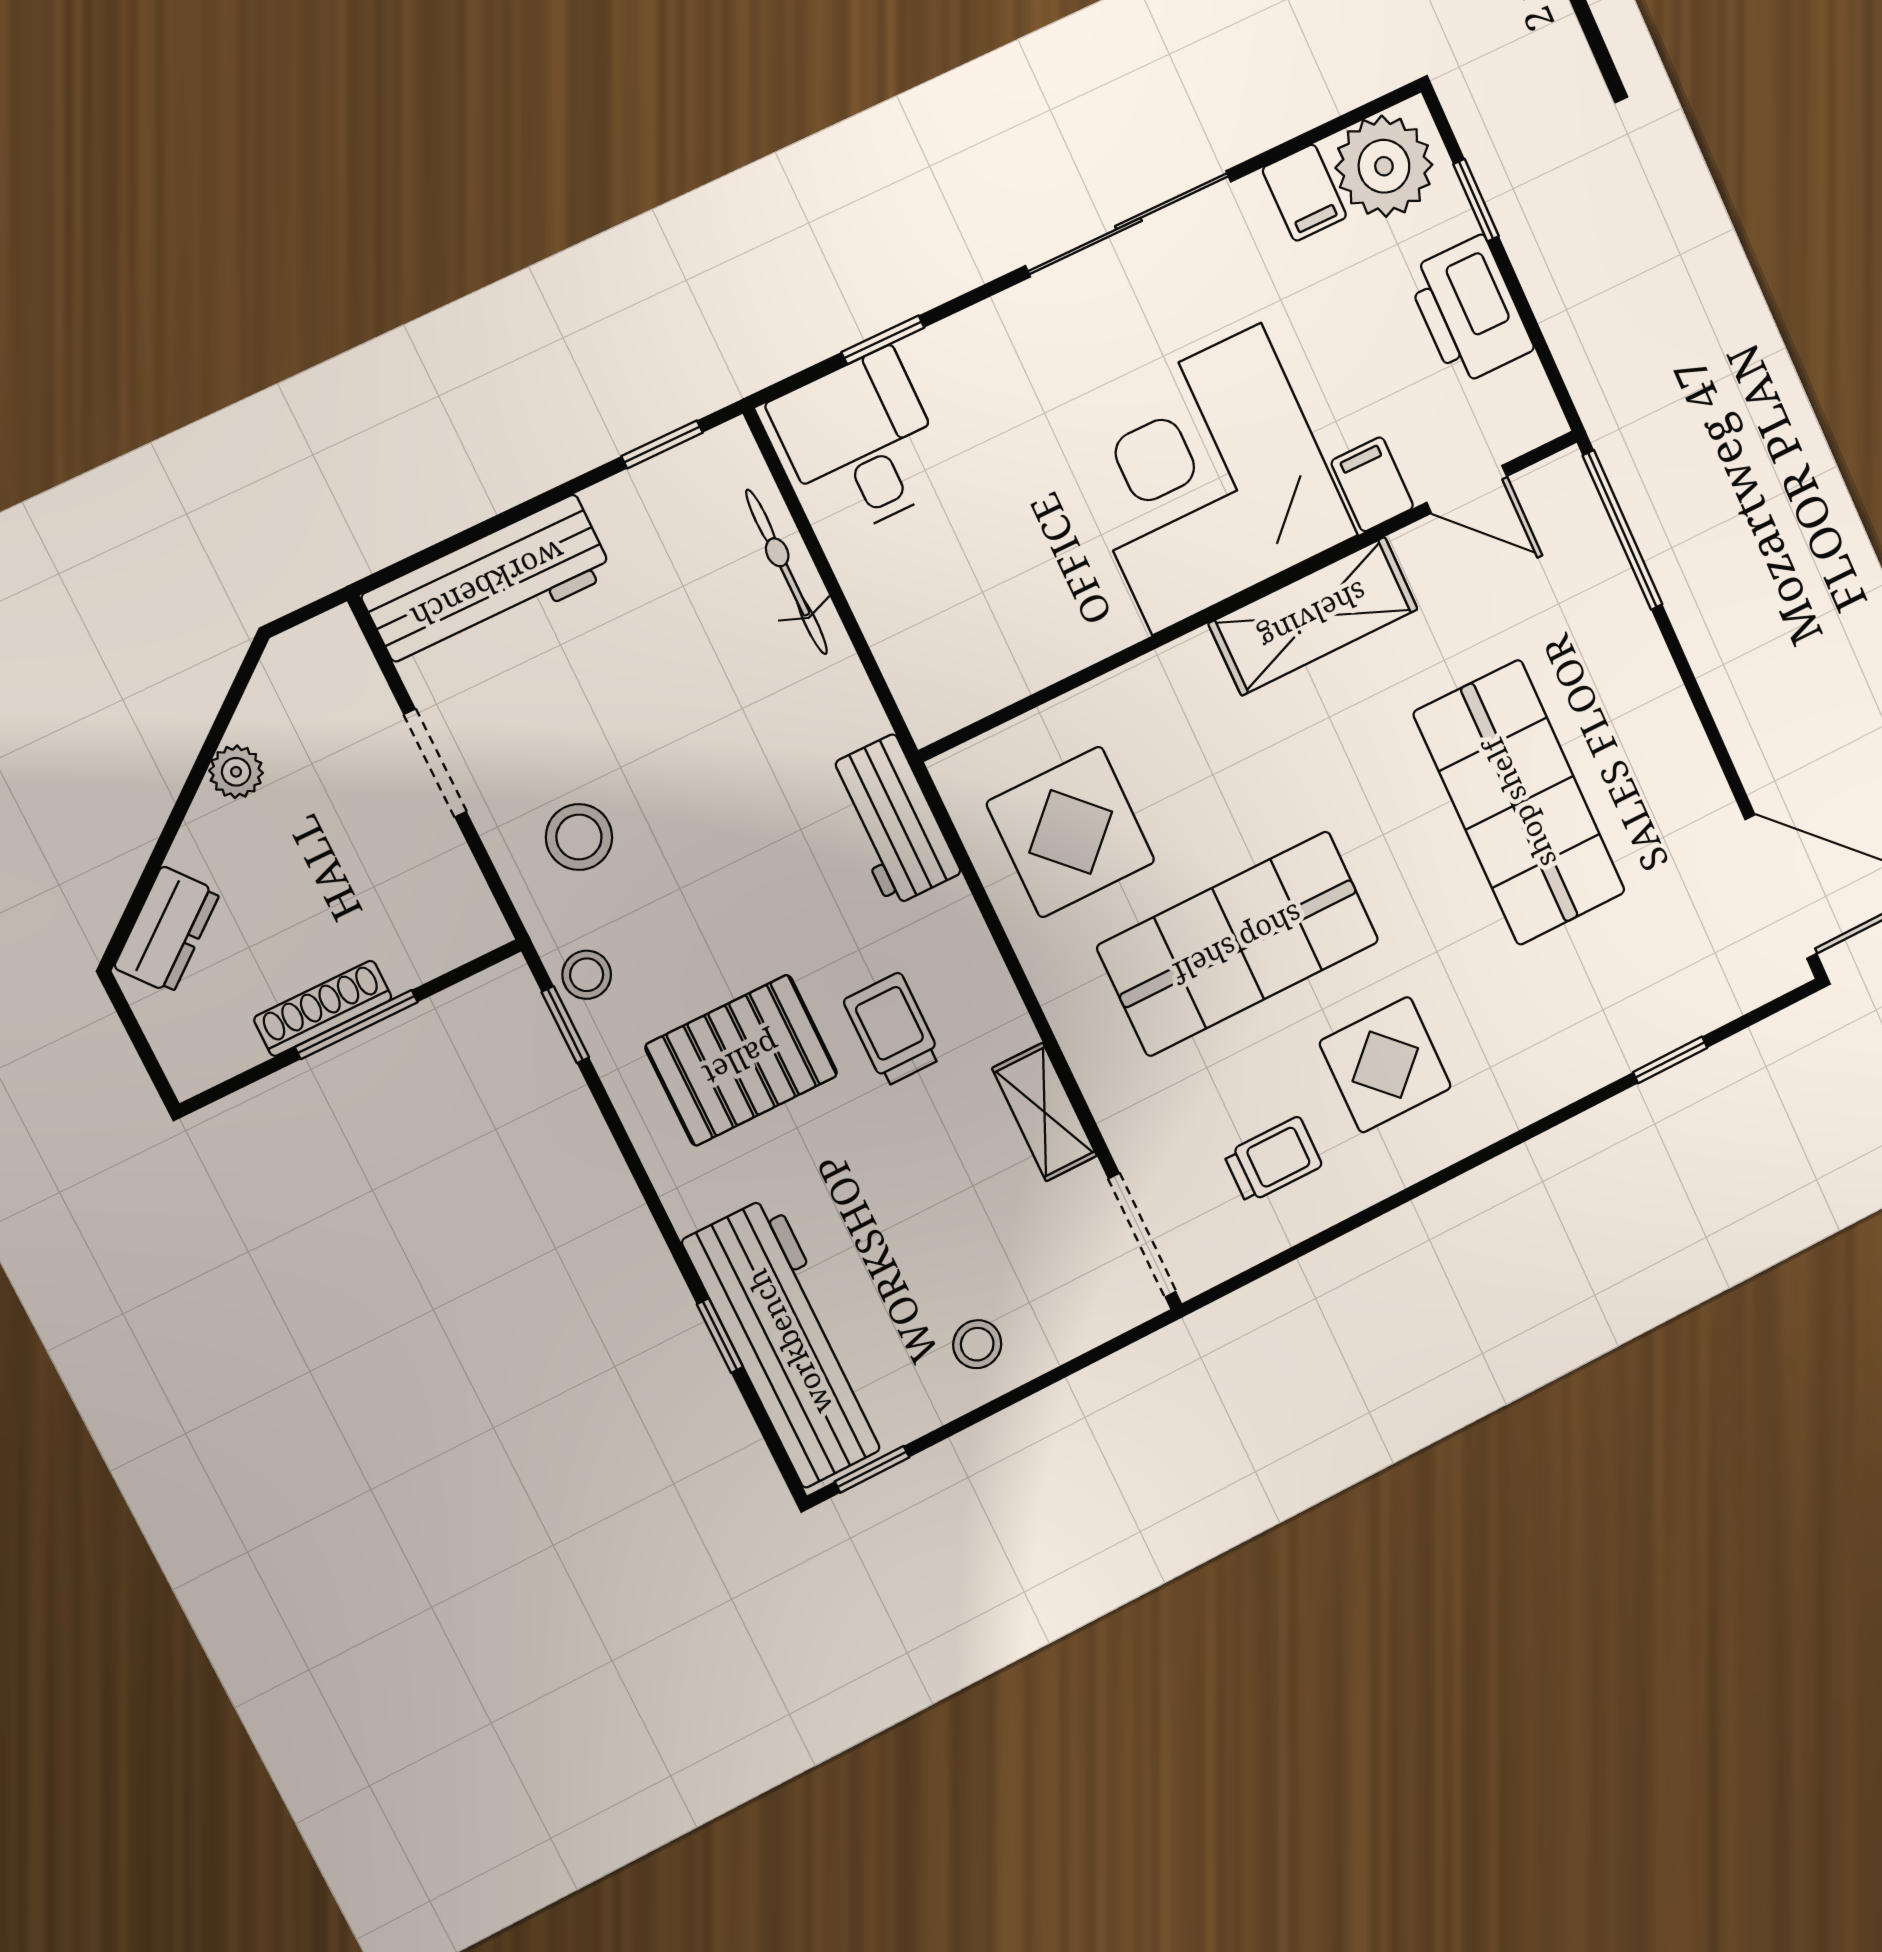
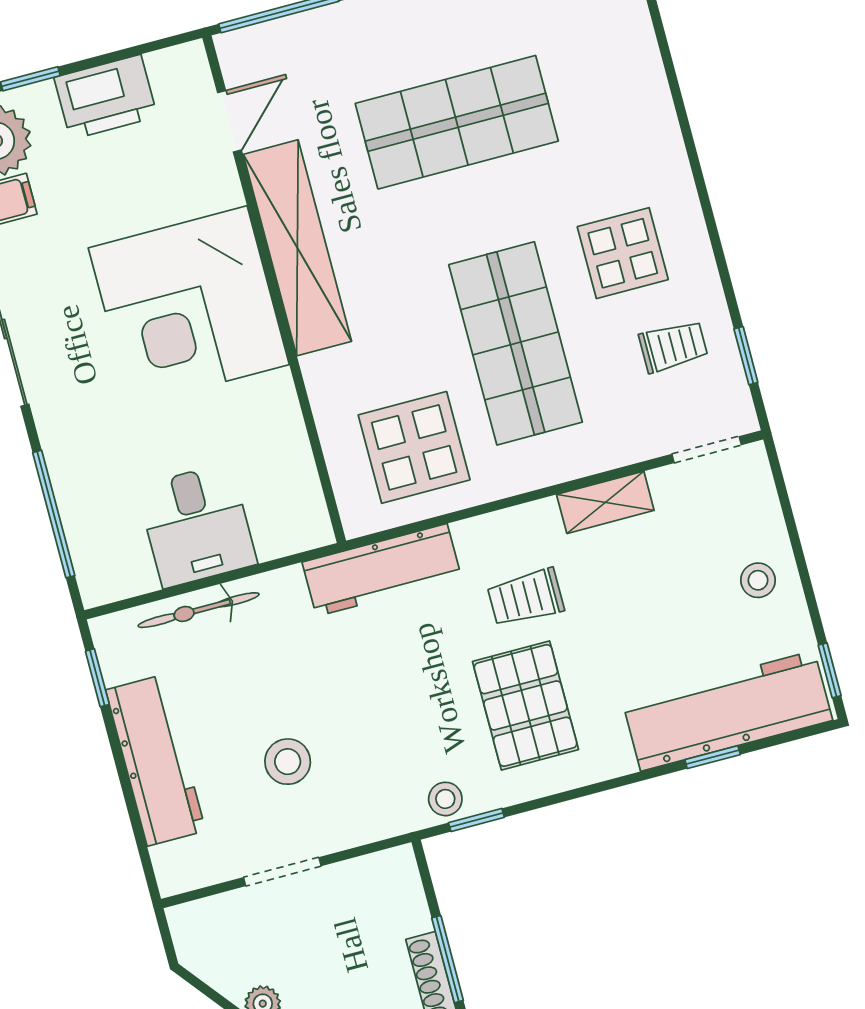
window: (883, 340) -> (54, 514), width x2.17
desk: (861, 444) -> (197, 525), moved, turned -90
filing cabinet: (1372, 484) -> (214, 189), removed
workbench: (488, 585) -> (156, 760), moved
shelving: (1313, 616) -> (297, 248), width x1.47
workbench: (892, 821) -> (382, 570), width x1.38
stool: (579, 837) -> (288, 762), moved
window: (1670, 1060) -> (746, 356), moved
trolley: (1273, 1160) -> (673, 346), turned 90
doorway: (1142, 1235) -> (707, 450), width x0.73

